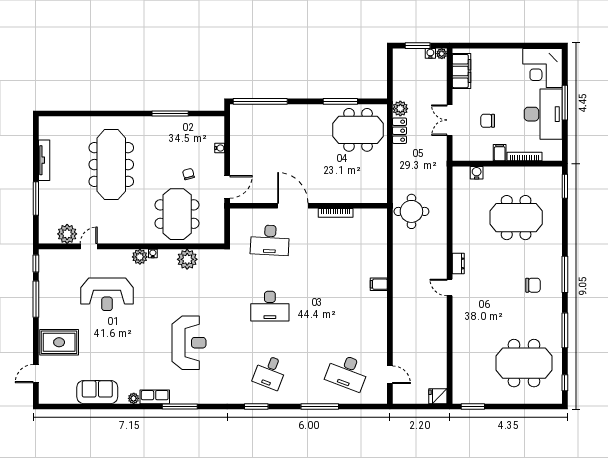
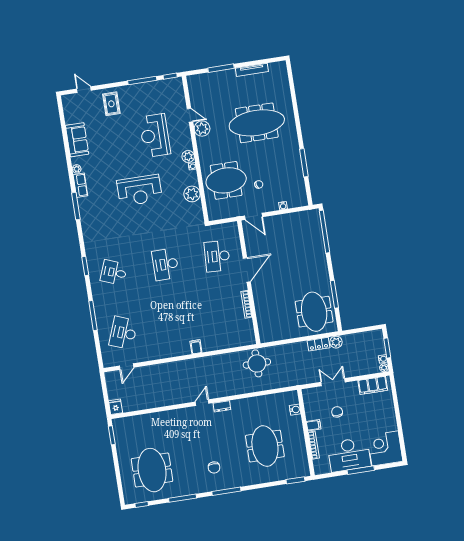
plant: (67, 234) -> (202, 129), moved
rug: (59, 342) -> (111, 104), width x0.73, depth x0.70
reception desk: (189, 343) -> (140, 190), moved

